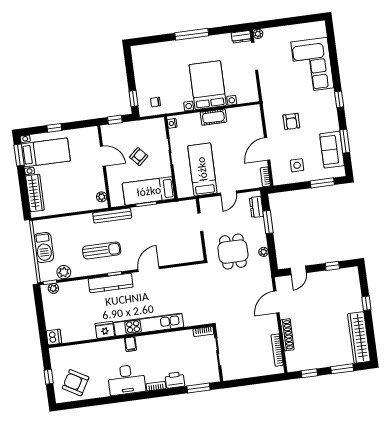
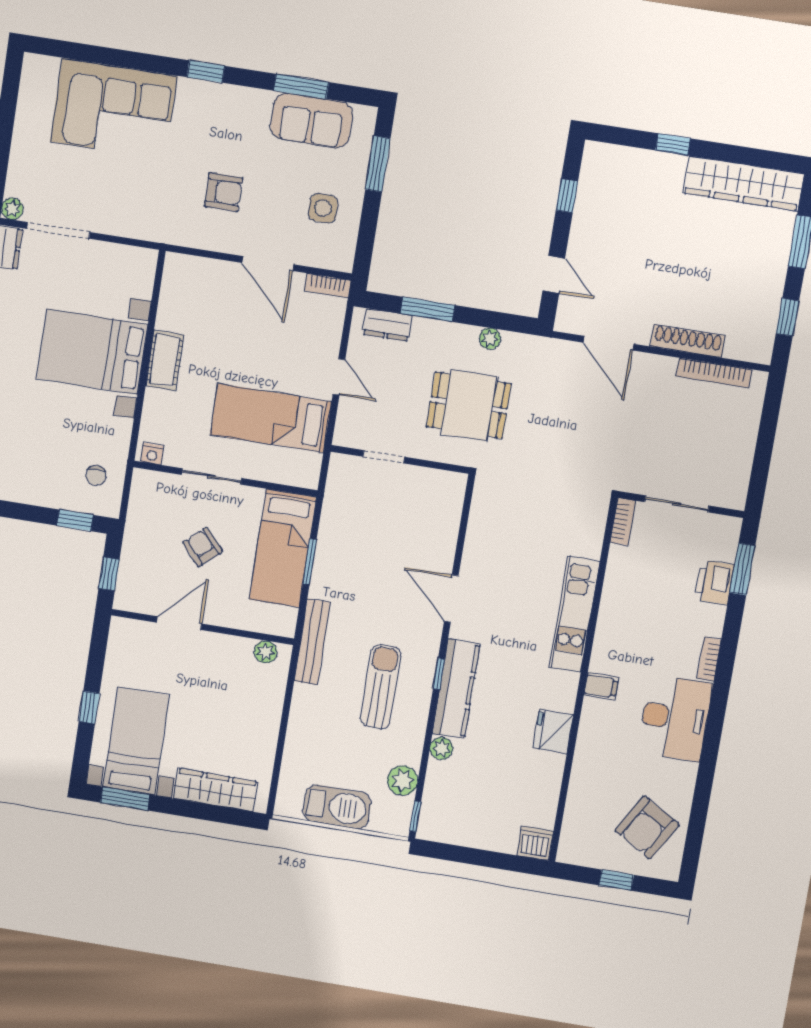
plant: (53, 288) -> (441, 748), moved
kitchen unit: (149, 325) -> (575, 614), width x0.73
printer: (175, 380) -> (714, 582), moved

